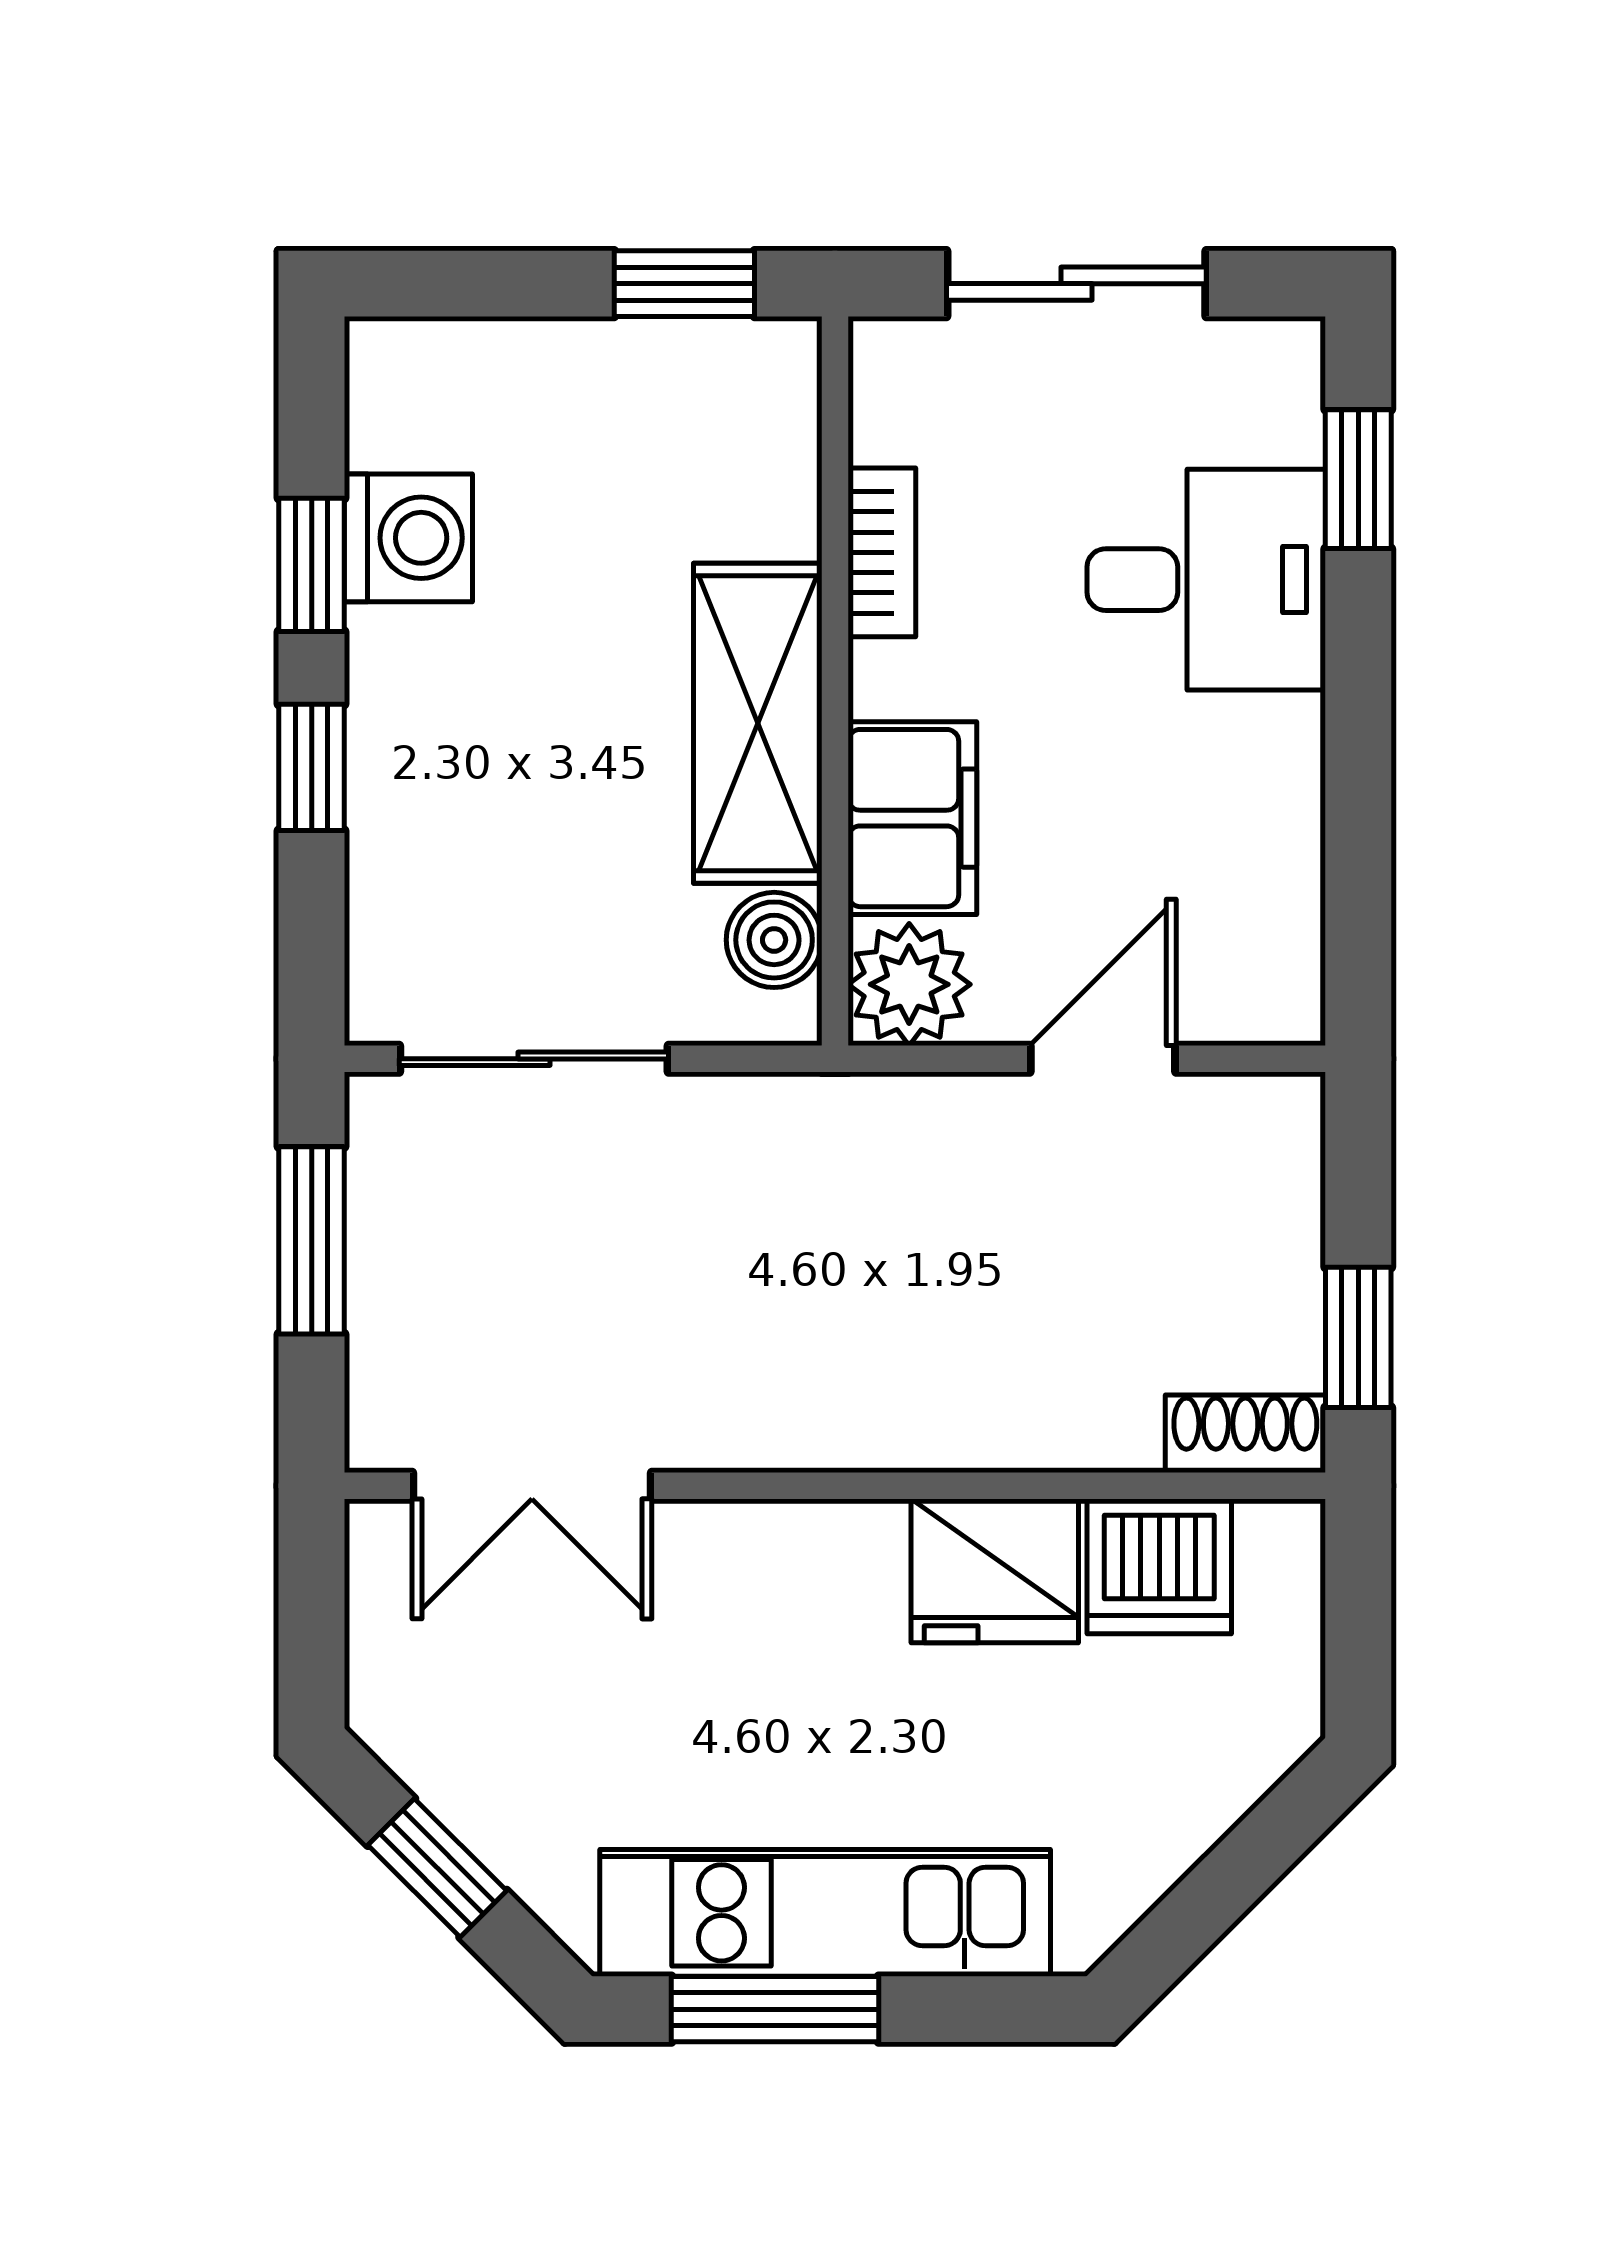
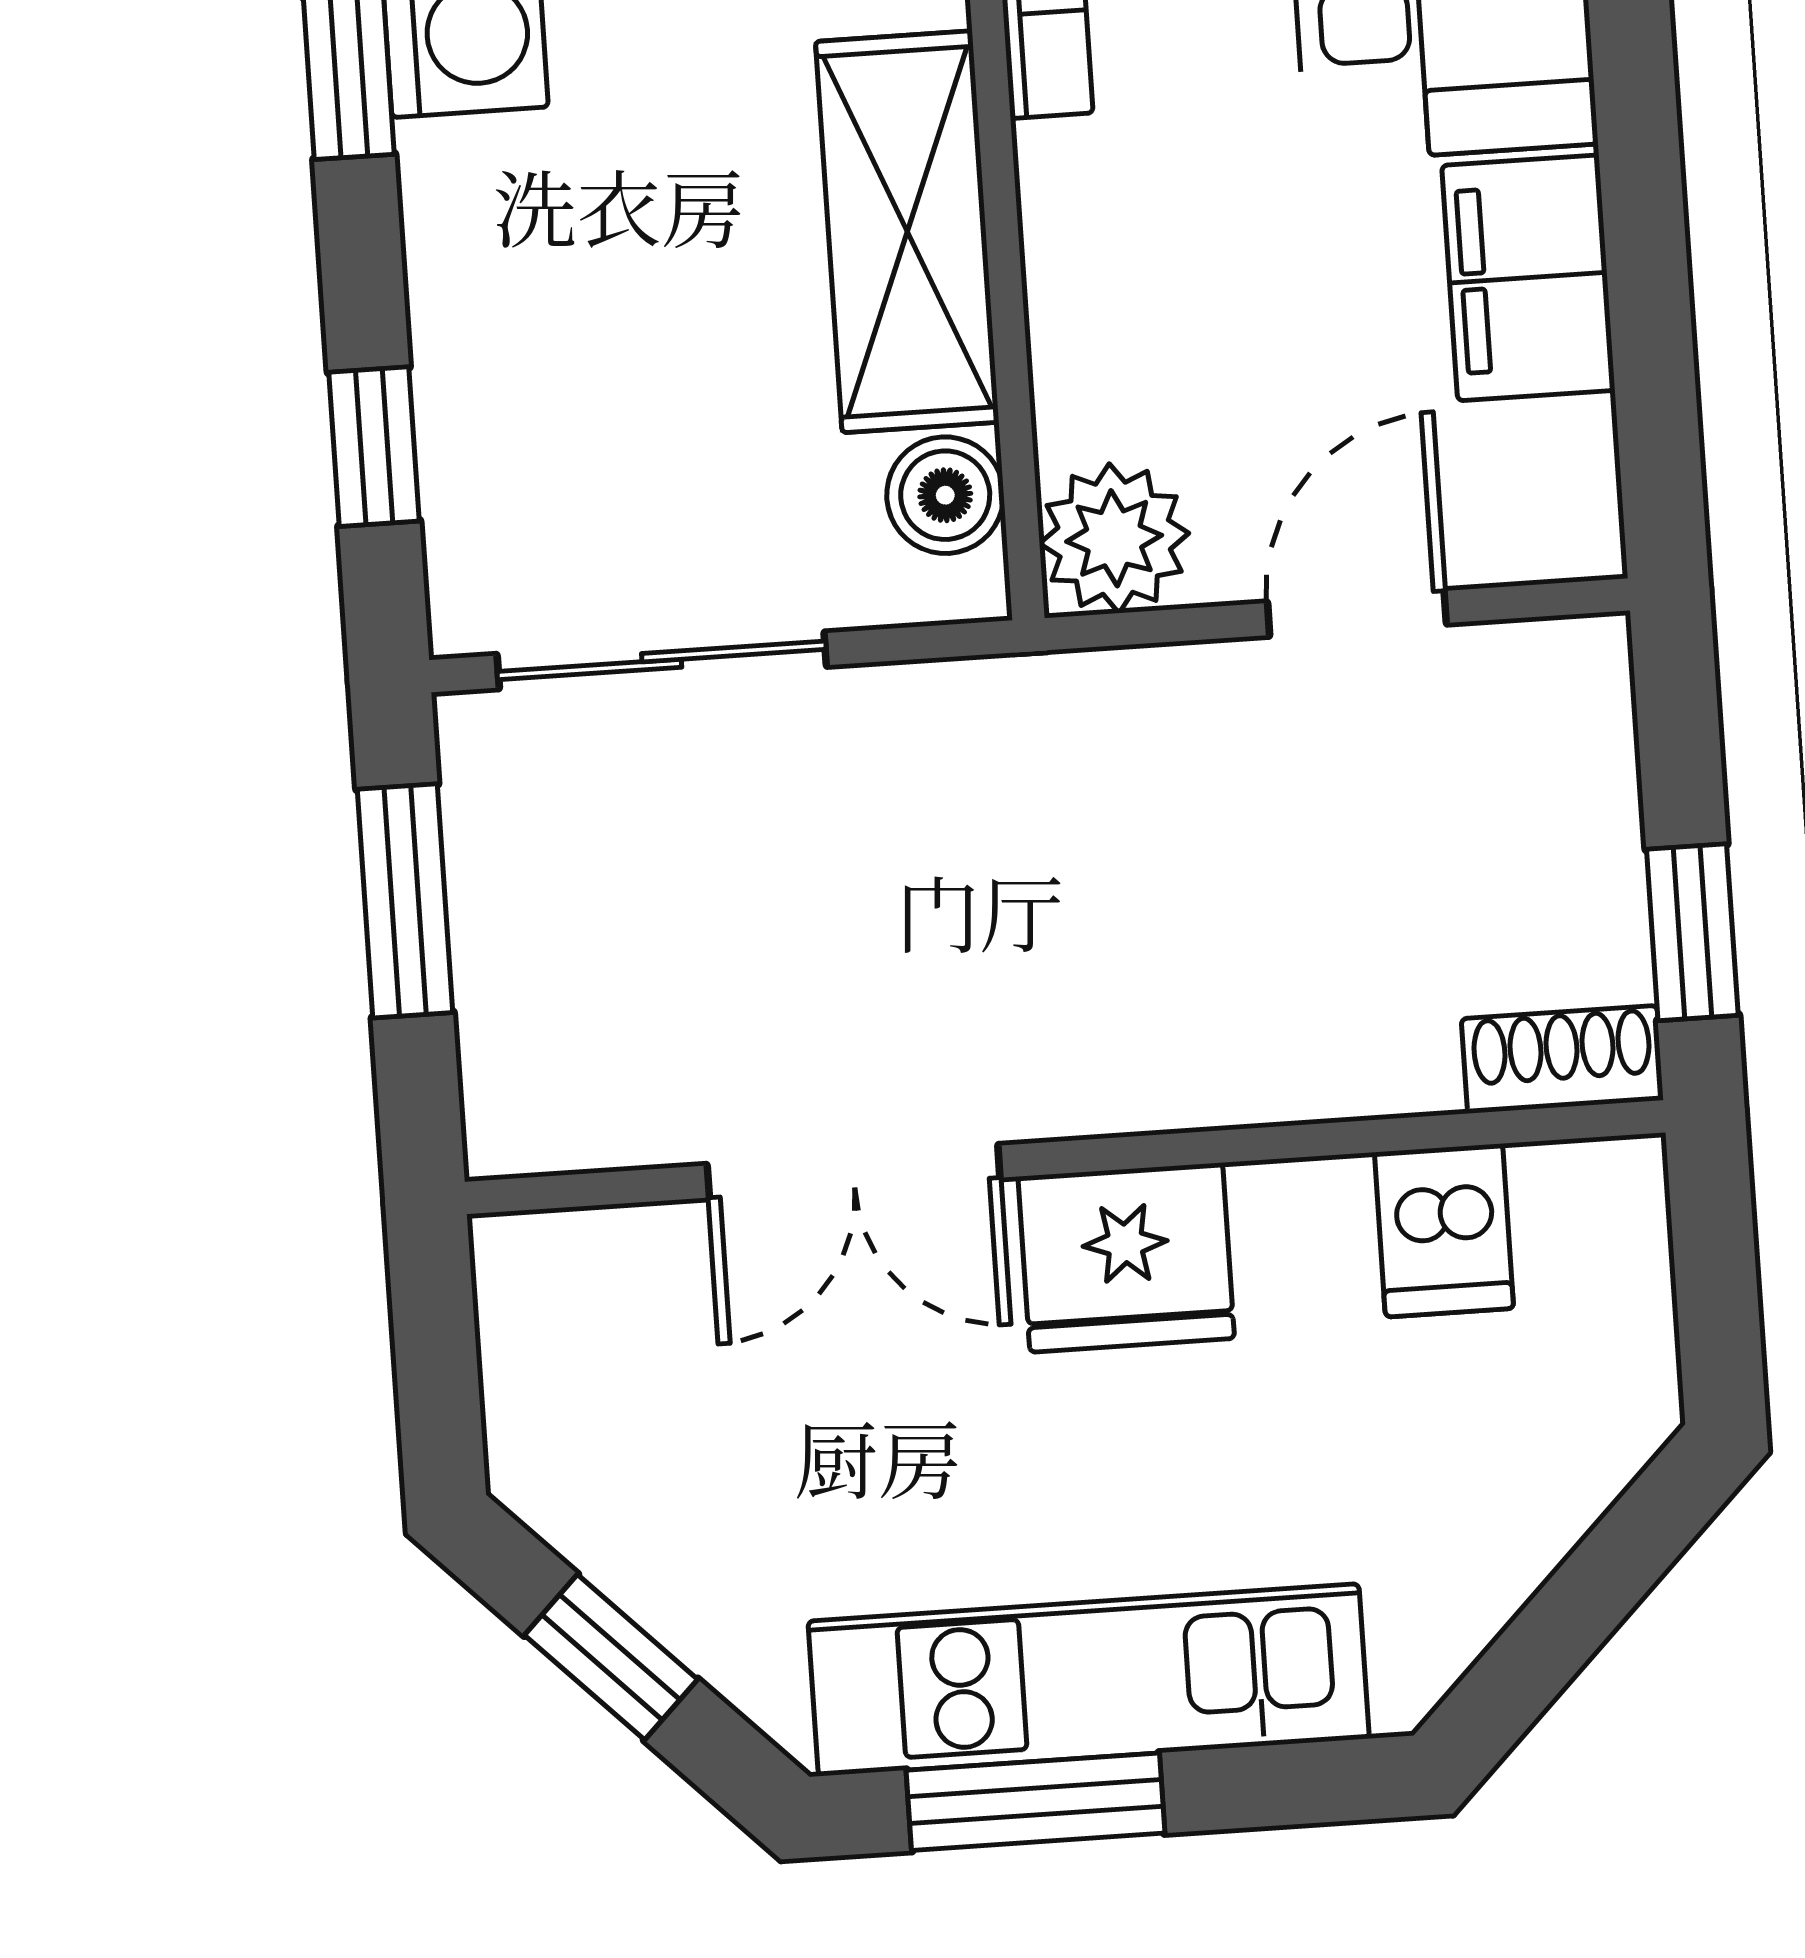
window: (312, 767) -> (374, 447), moved
filing cabinet: (912, 818) -> (1528, 278), moved, turned 180
double door: (532, 1486) -> (854, 1172), moved
dishwasher: (1159, 1566) -> (1444, 1230), width x0.73
fridge: (995, 1571) -> (1126, 1258), moved

